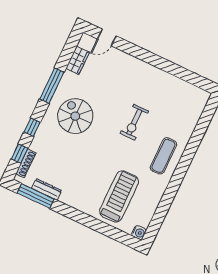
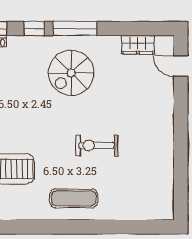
window: (52, 86) -> (75, 29), moved
spiral stairs: (75, 116) -> (71, 73), turned 180

